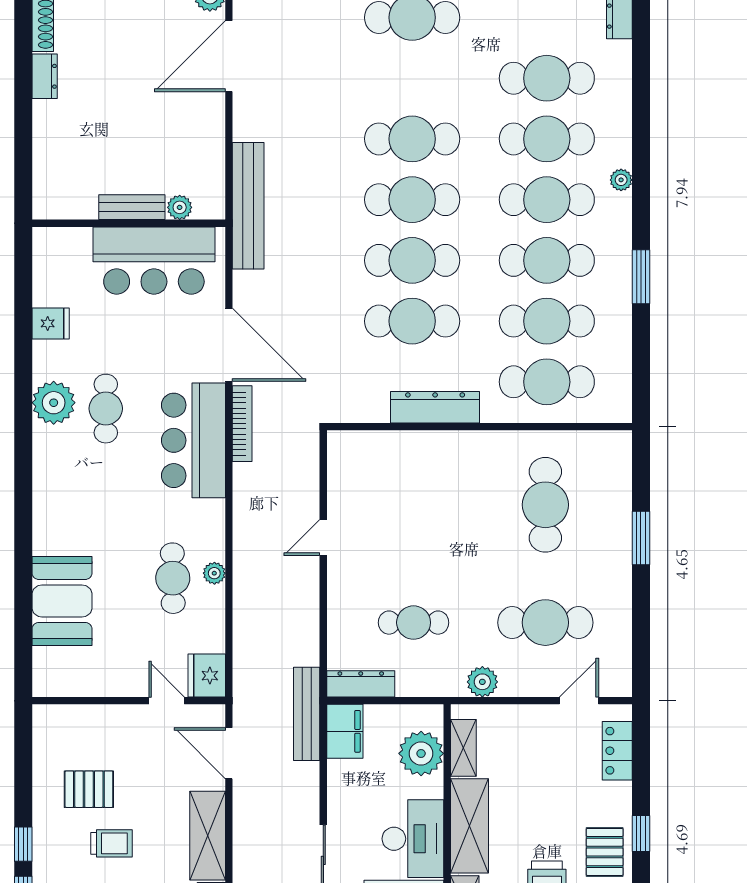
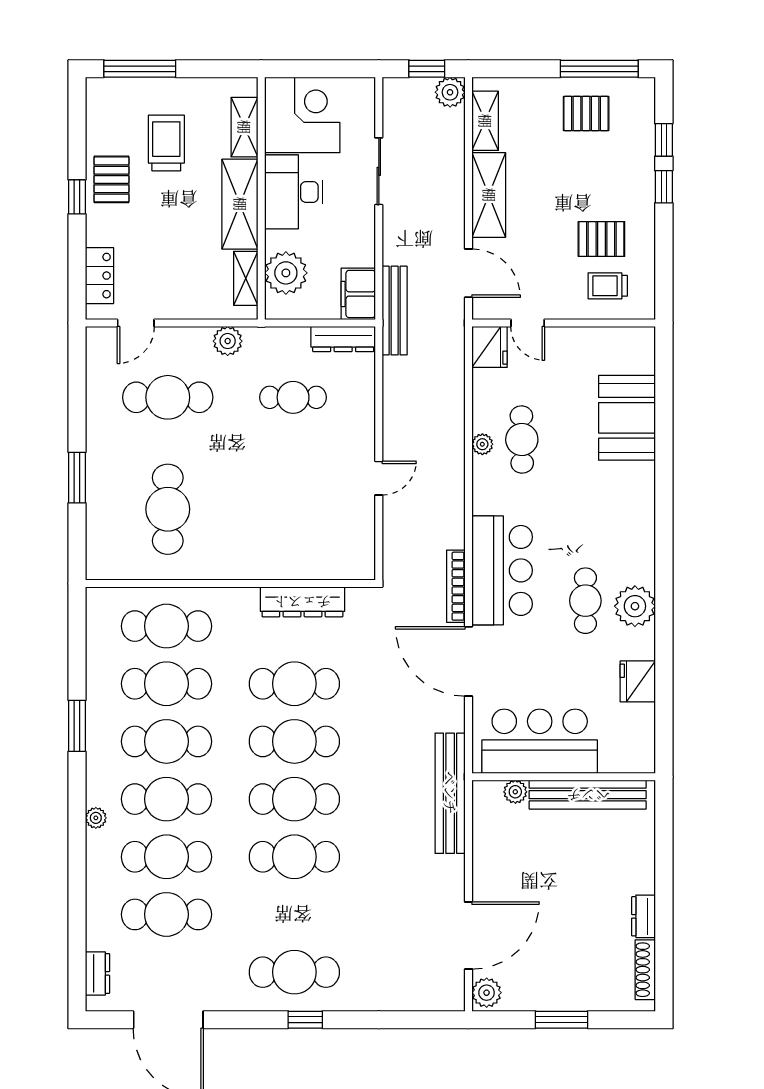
bench: (132, 207) -> (588, 795), width x1.86, depth x1.21
fridge: (51, 323) -> (638, 681), width x1.38
dresser: (435, 407) -> (302, 602), moved
trolley: (111, 843) -> (608, 286), moved

